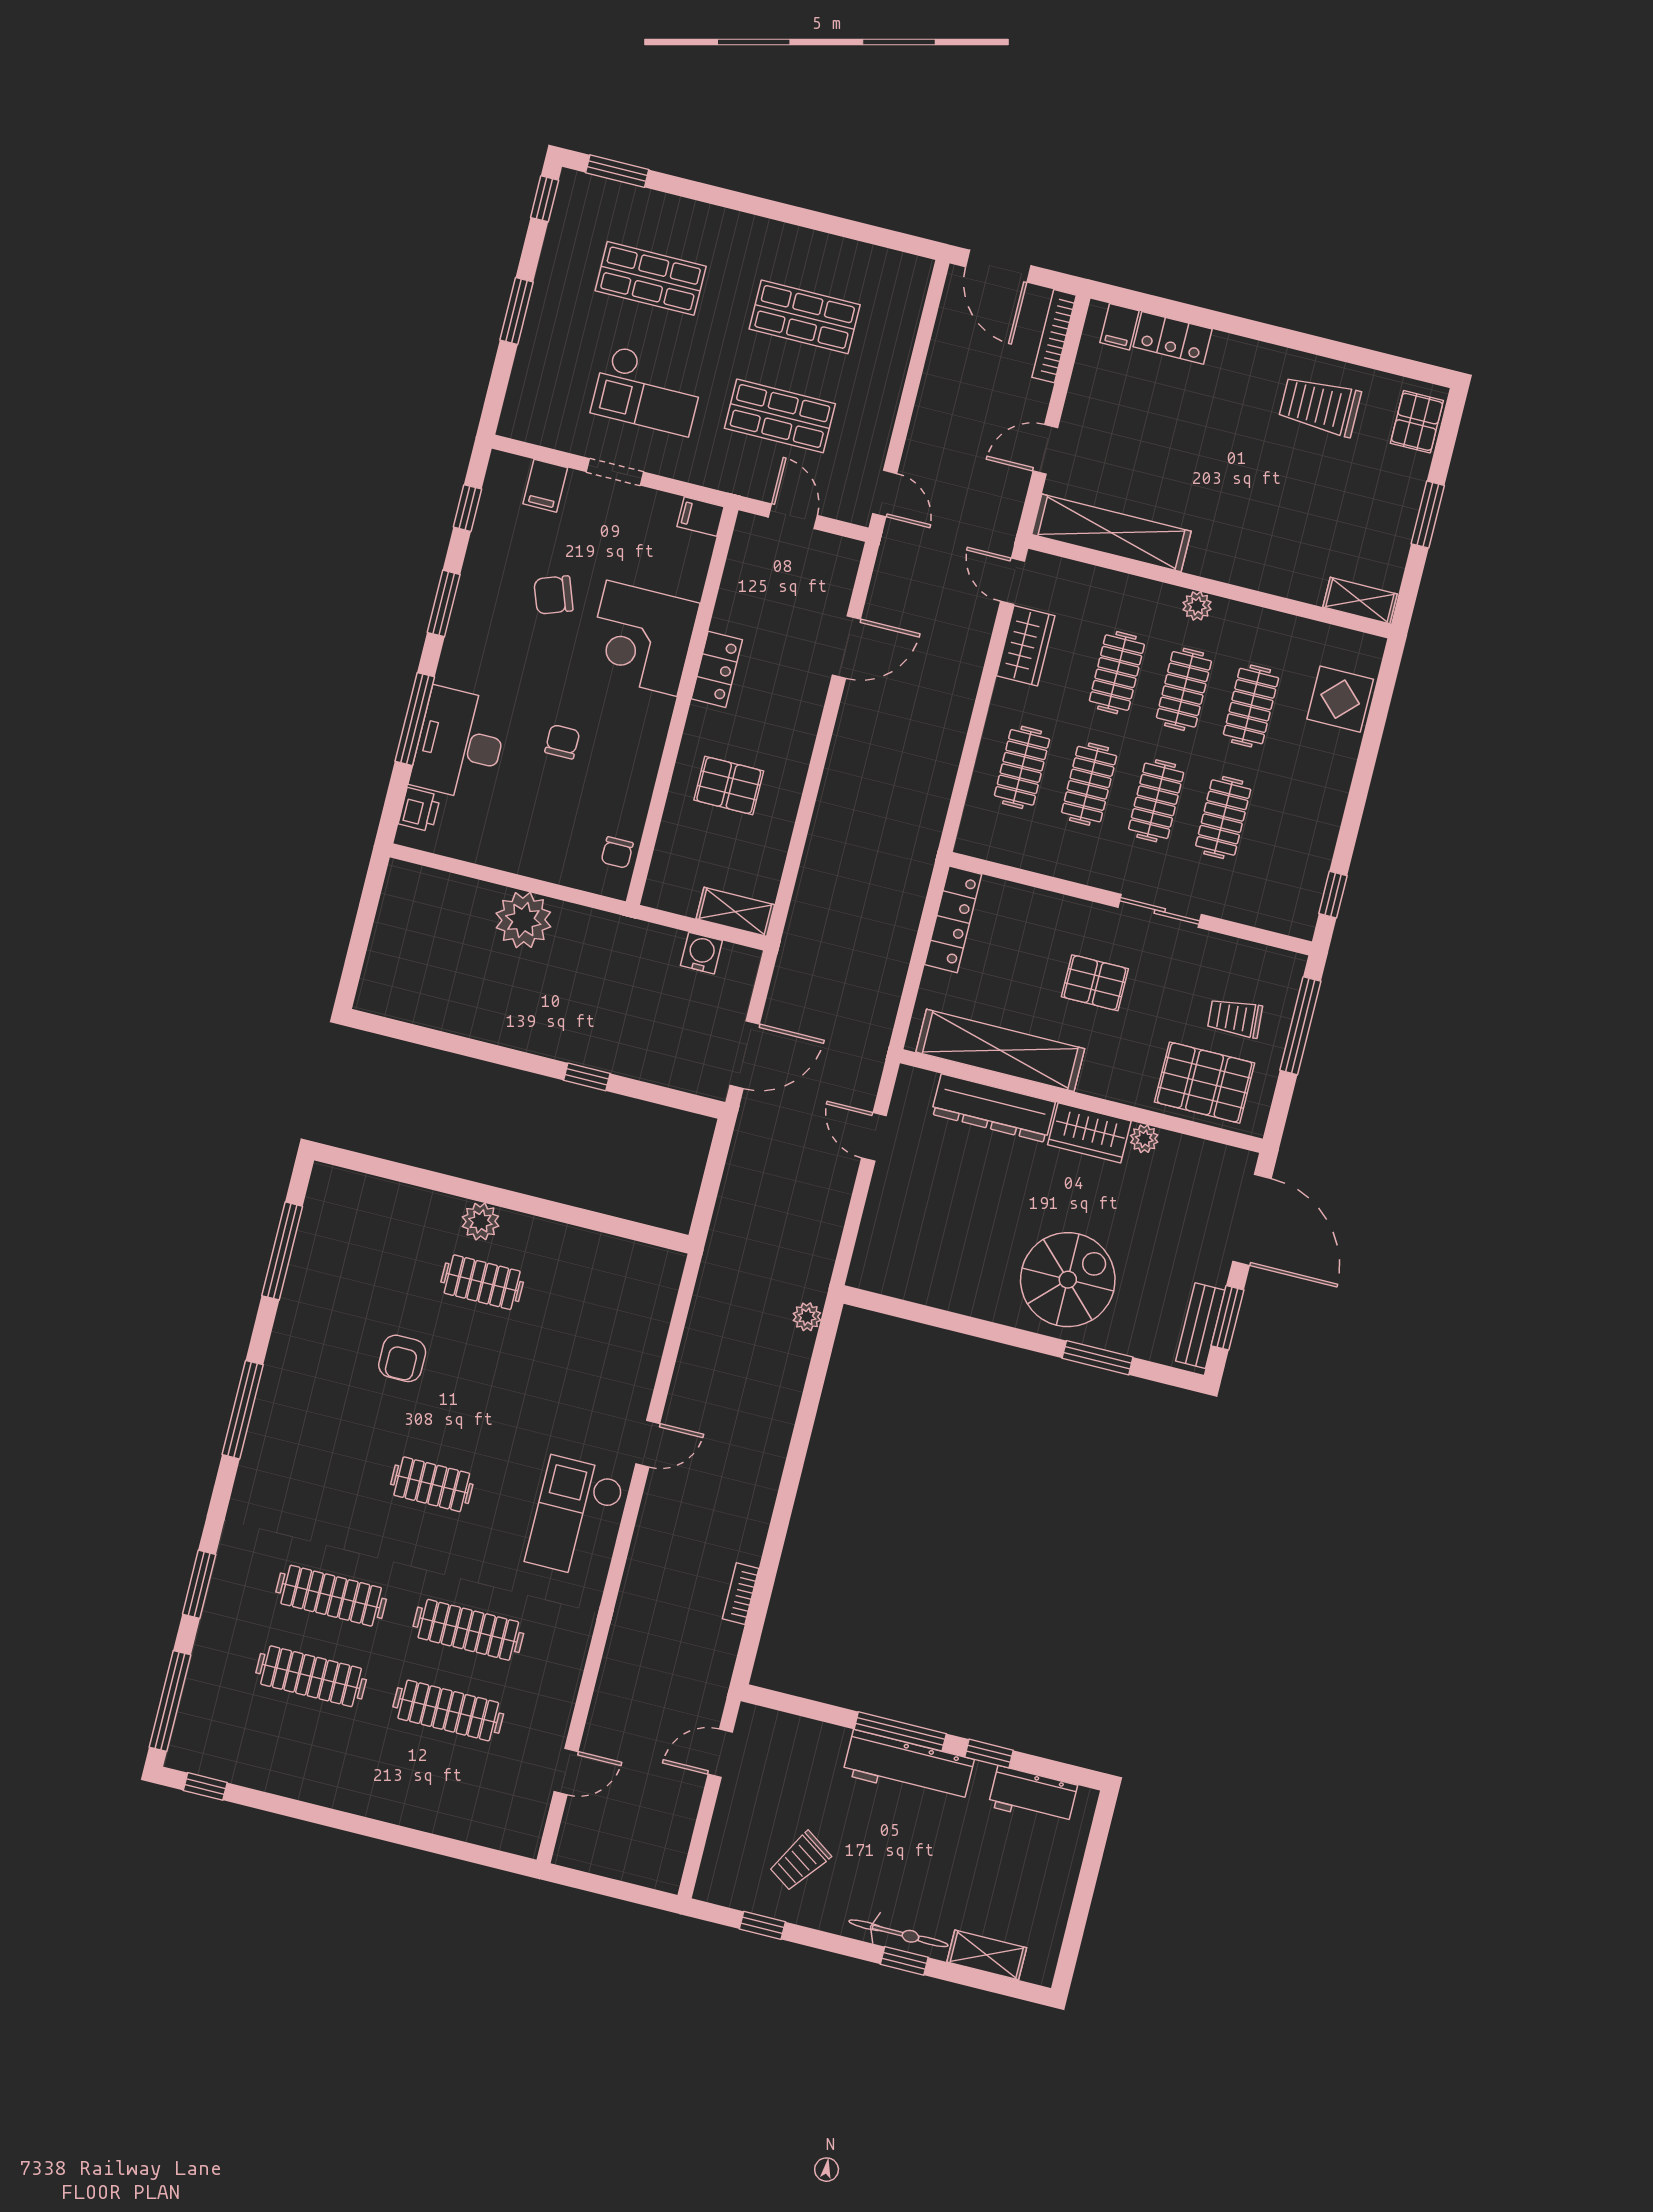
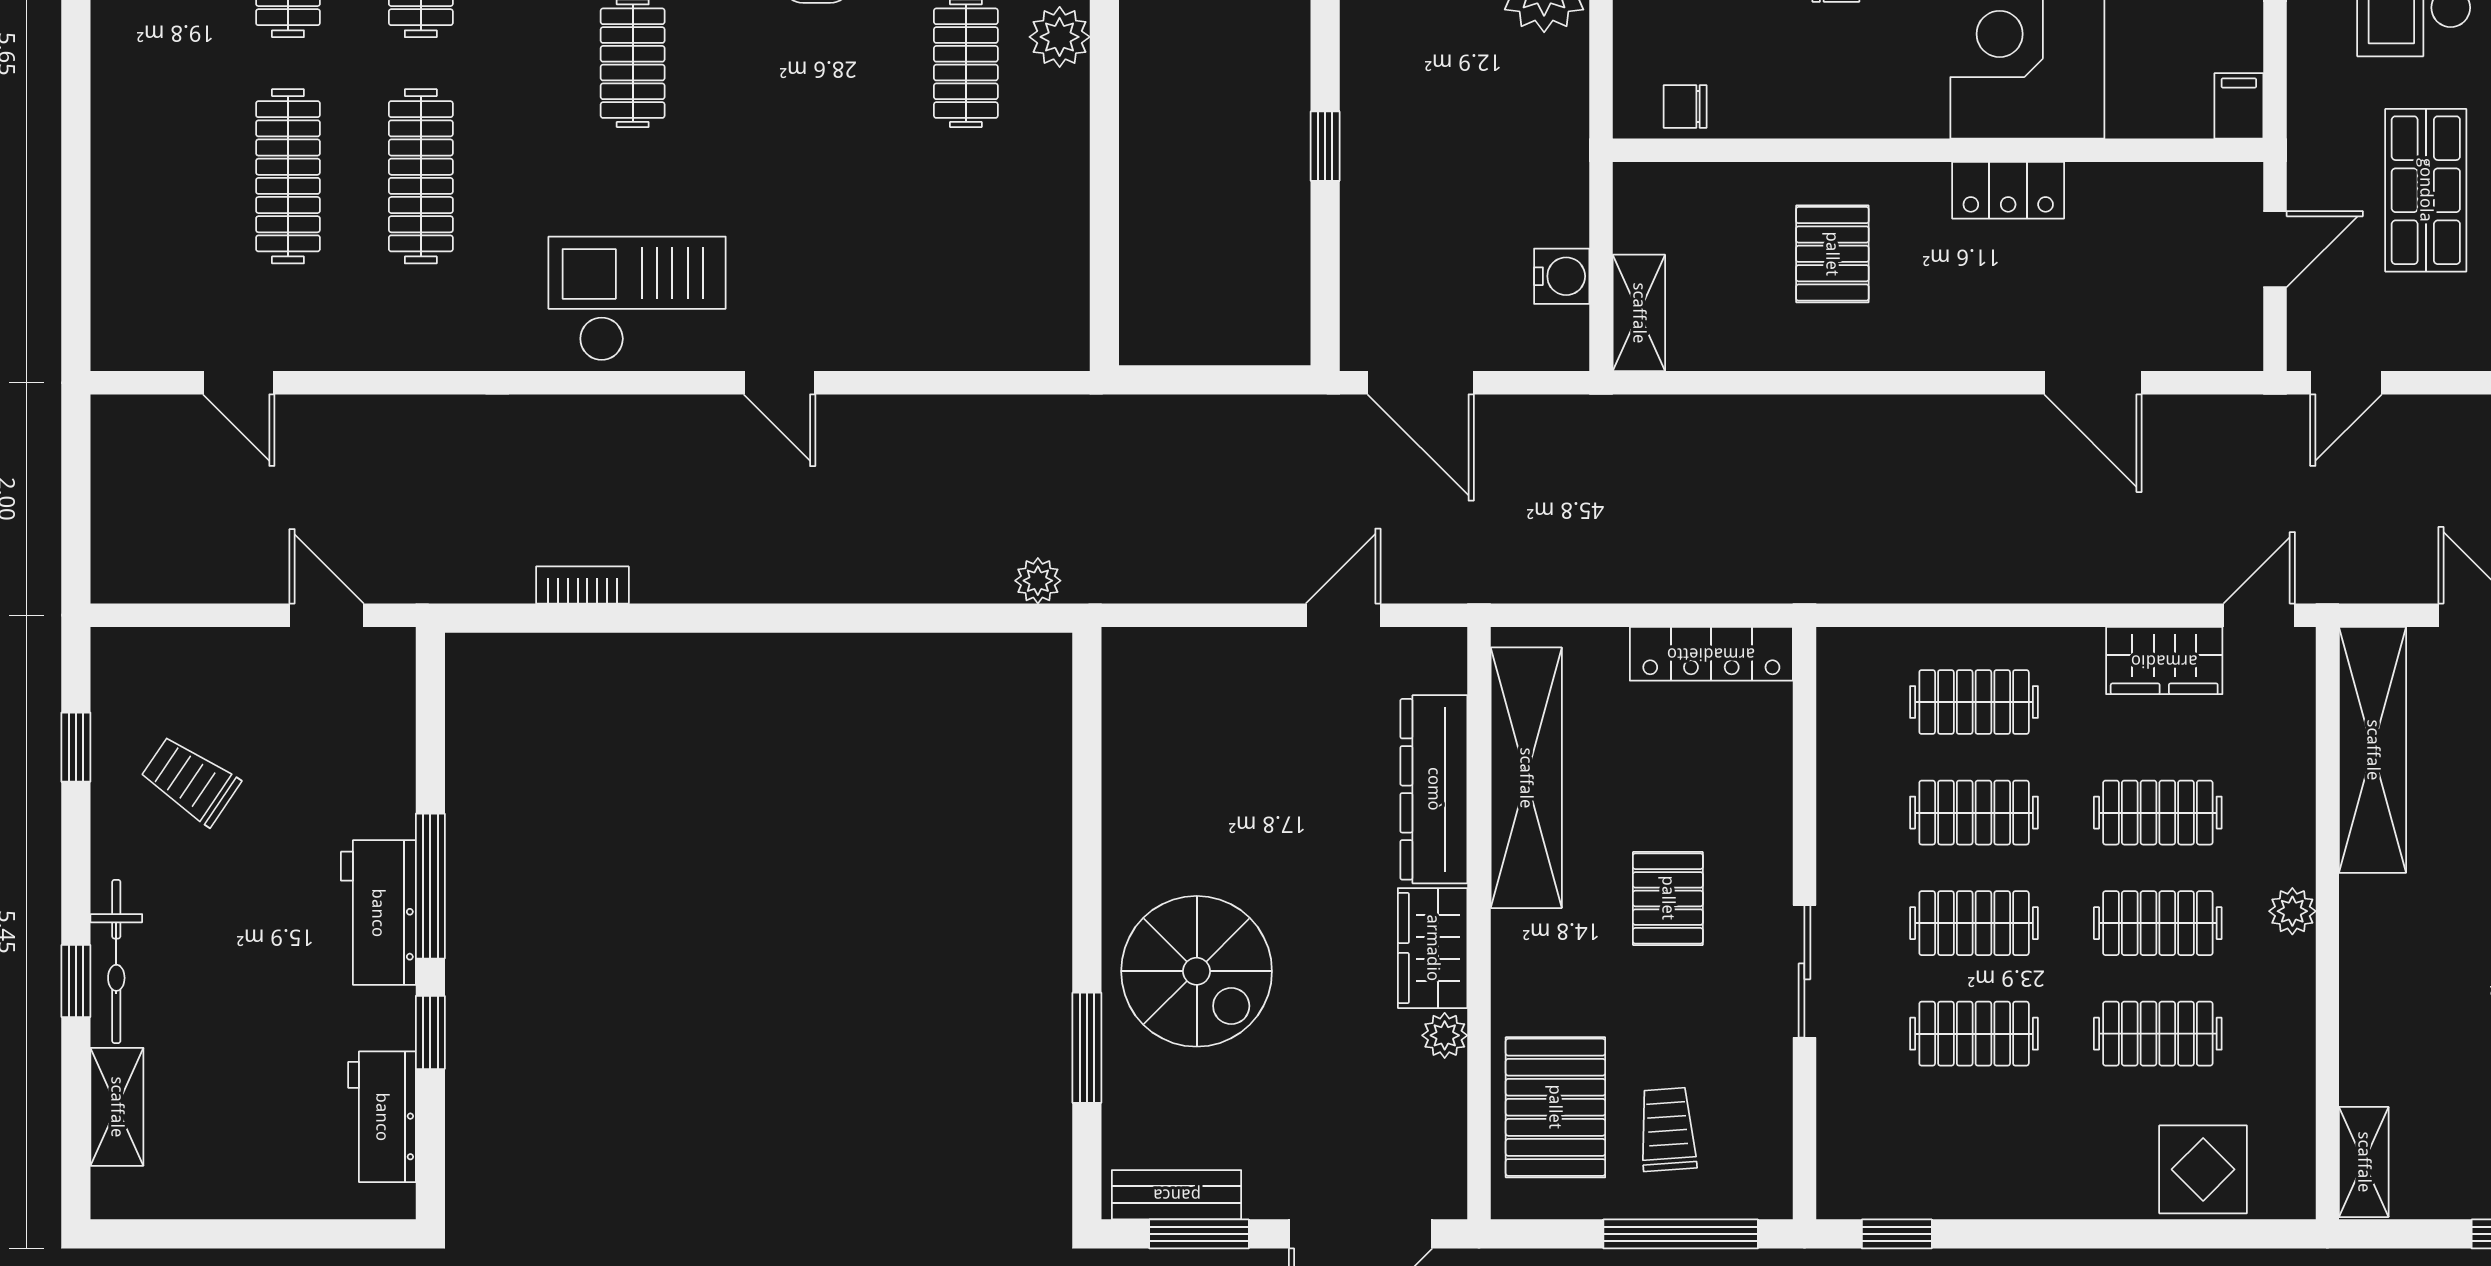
workbench: (908, 1767) -> (378, 913), width x0.73

